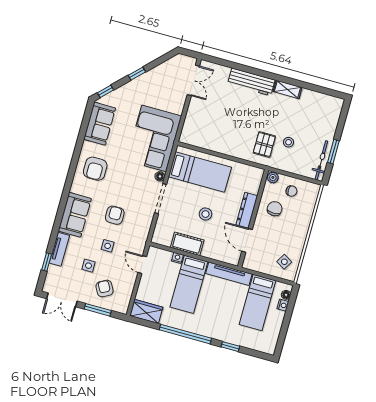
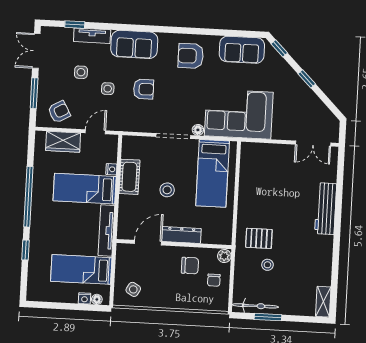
shelving: (288, 89) -> (323, 302), moved
armchair: (105, 289) -> (59, 112), moved
wardrobe: (146, 311) -> (63, 142), moved, turned 90

